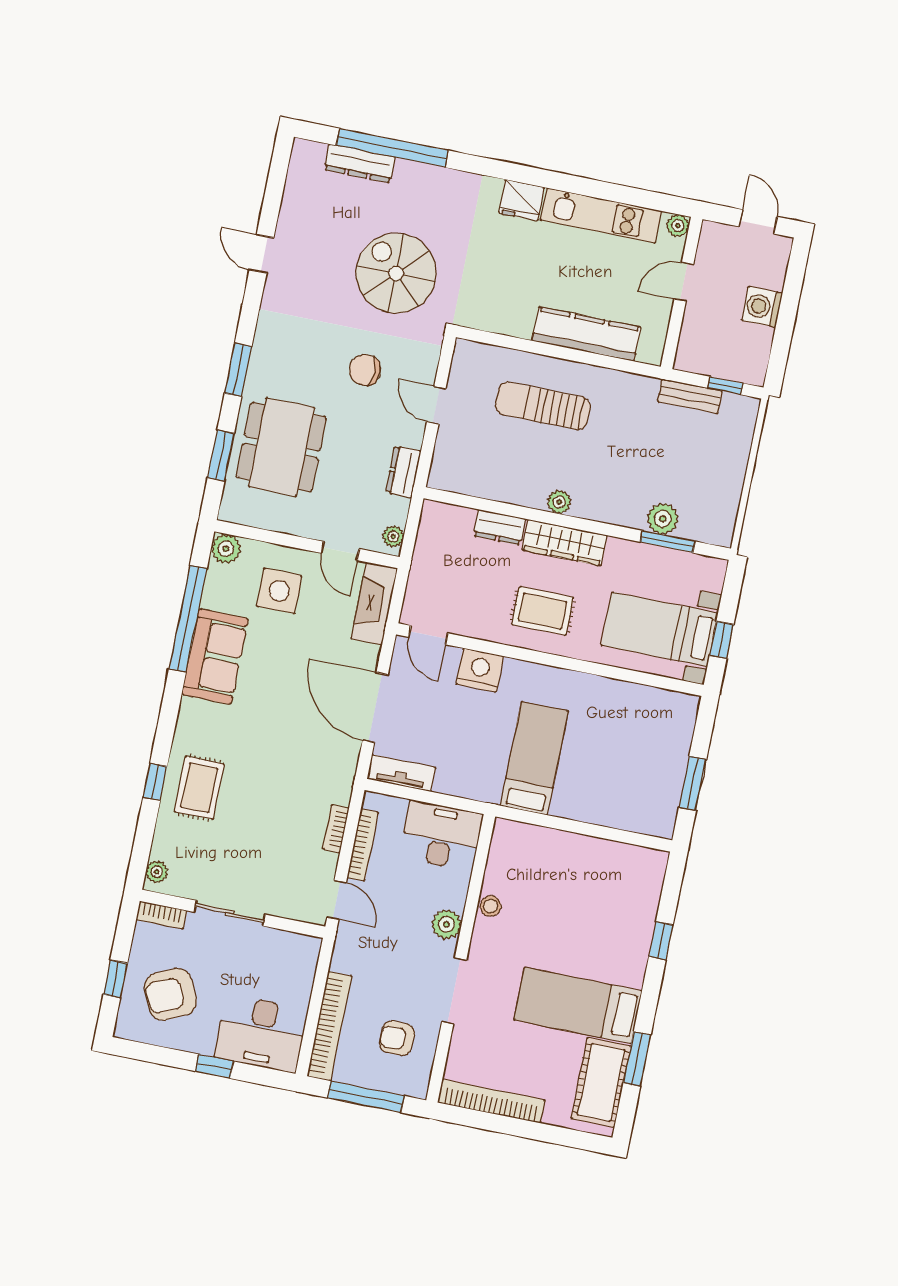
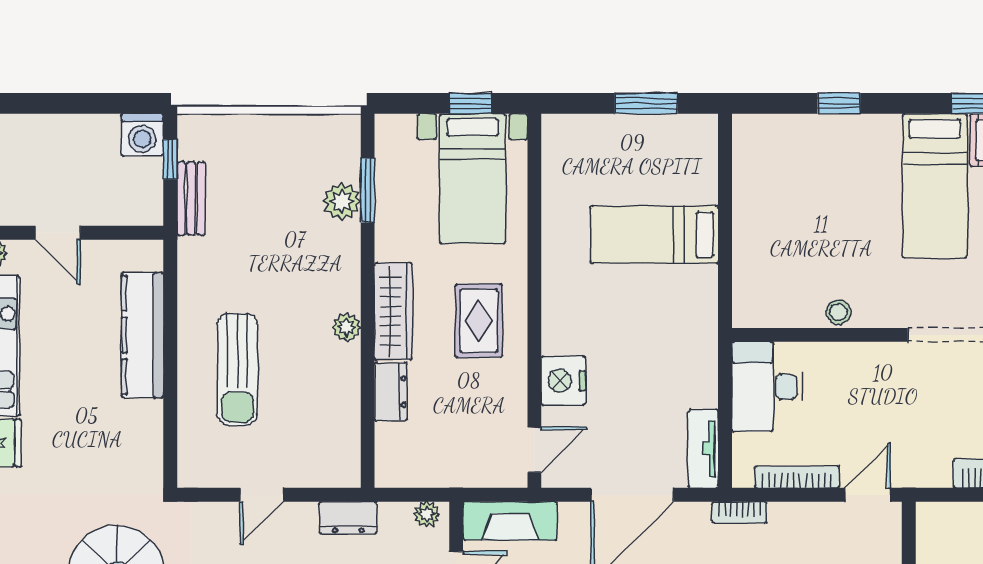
washing machine: (762, 307) -> (142, 135), moved
bed: (534, 758) -> (654, 235), moved
bookcase: (336, 829) -> (739, 513), moved
plant: (446, 924) -> (871, 360), removed

